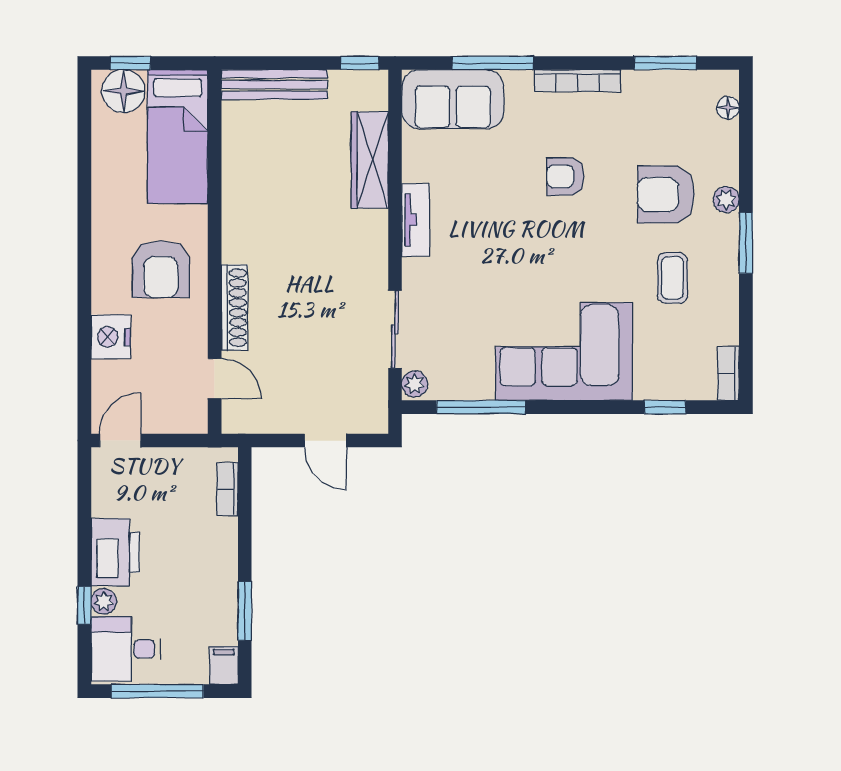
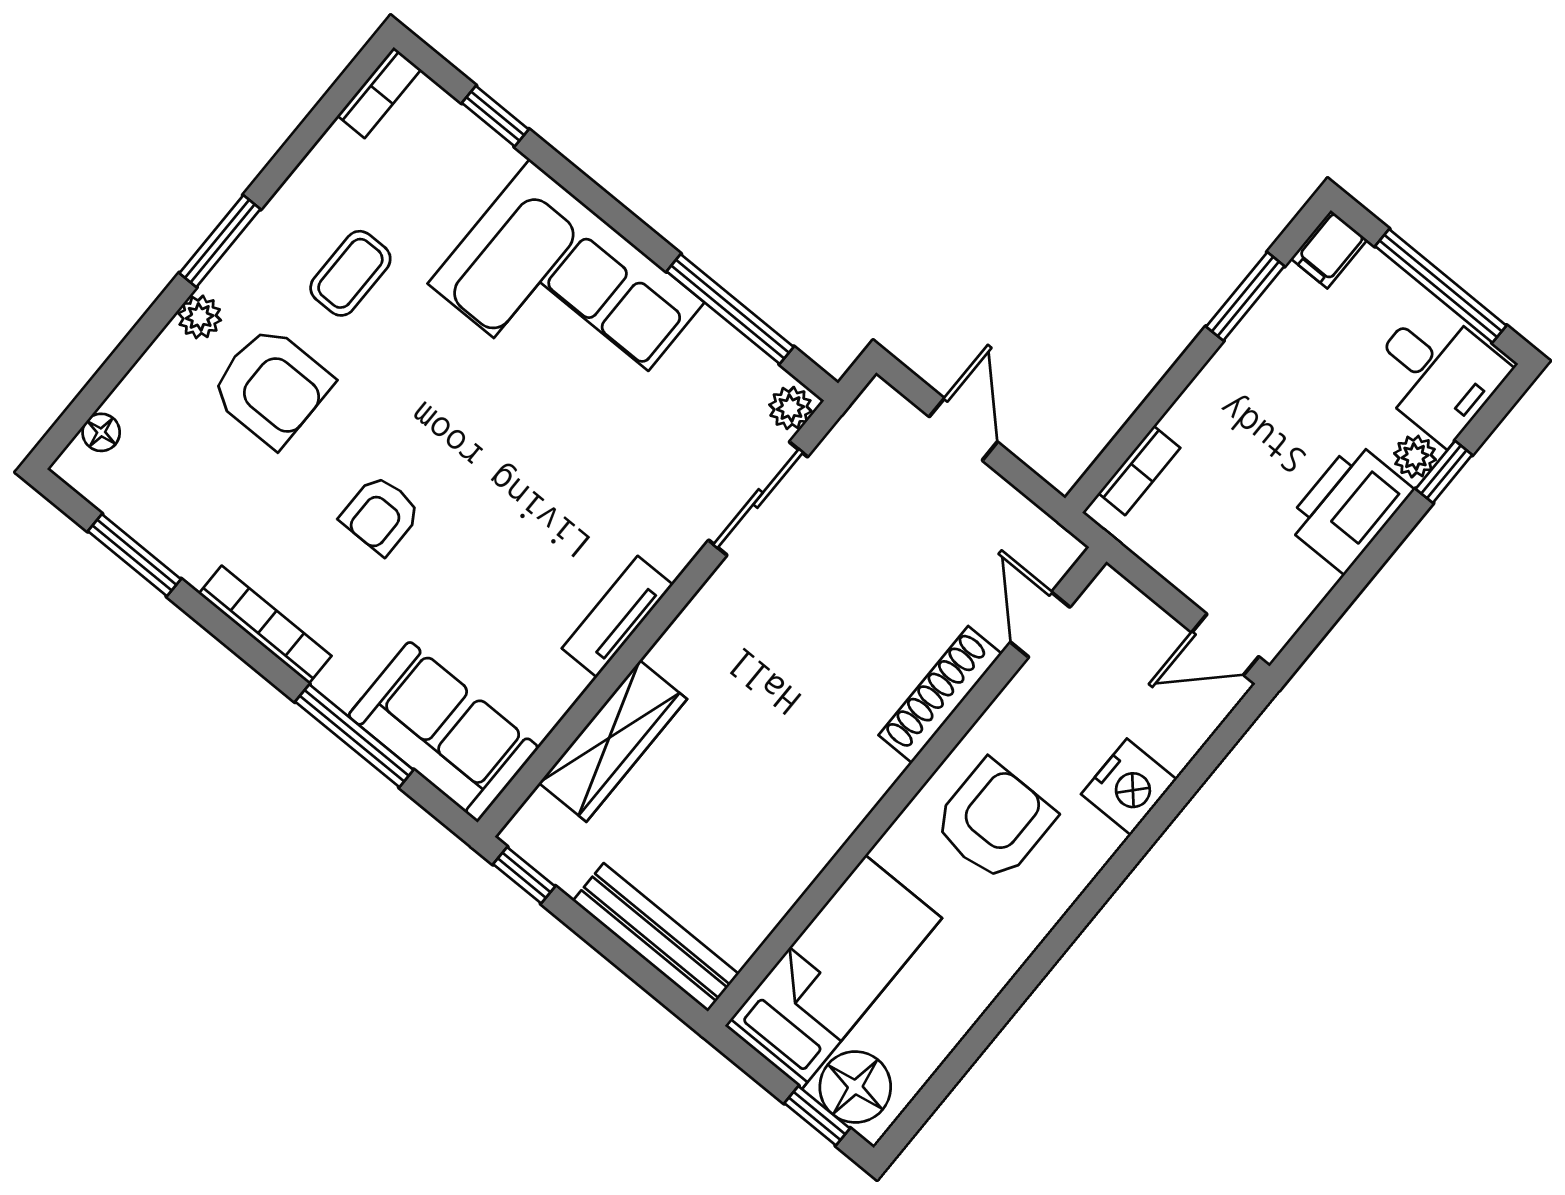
armchair: (565, 176) -> (381, 515), turned 90

